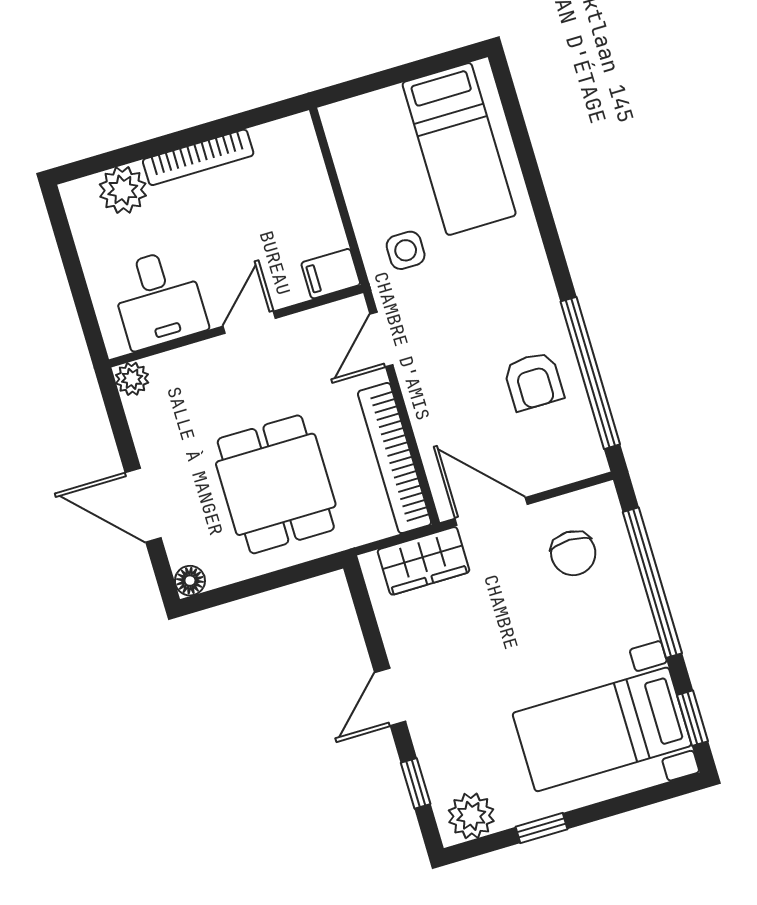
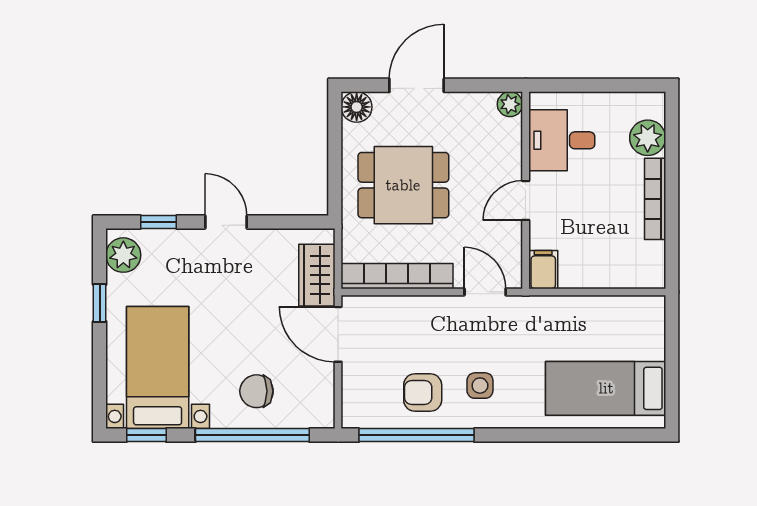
side table: (406, 250) -> (480, 386), moved
door: (249, 322) -> (526, 201), swing flipped
door: (491, 511) -> (338, 334), swing flipped
chair: (573, 553) -> (256, 391), moved
floor lamp: (190, 581) -> (357, 107), width x1.37, depth x1.37

